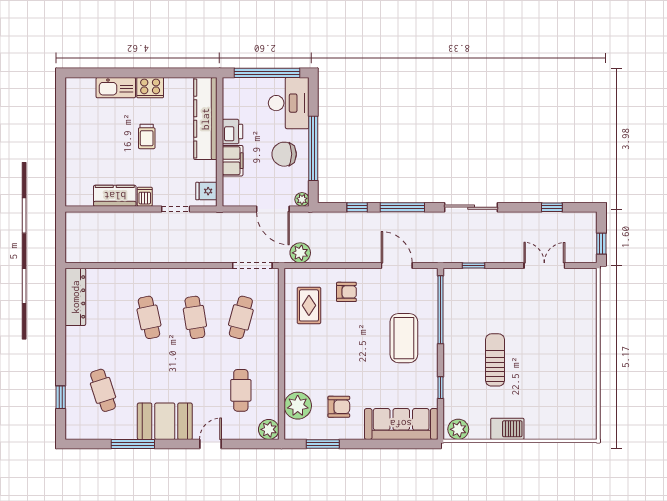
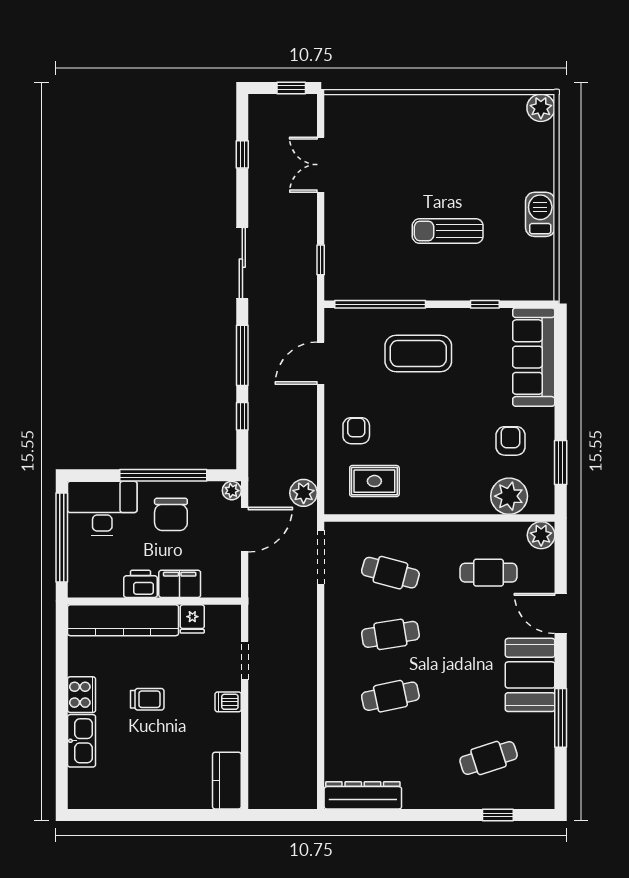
fridge: (206, 191) -> (192, 619), moved
kitchen counter: (115, 196) -> (227, 781), moved
plant: (458, 429) -> (541, 108), moved
door: (210, 444) -> (561, 613), width x1.37

